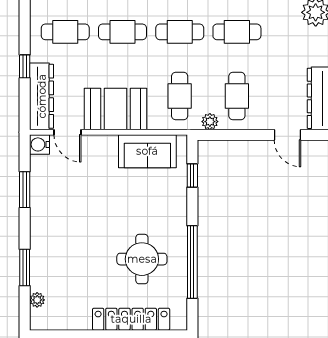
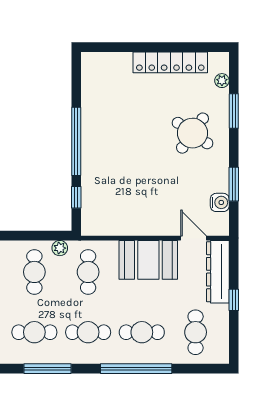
cafe table: (65, 32) -> (196, 332), turned 90
water cooler: (39, 144) -> (220, 202), moved
sofa: (147, 151) -> (119, 220), removed
round table: (142, 259) -> (192, 133), moved, turned 35
window: (192, 262) -> (76, 141), moved
locker: (131, 319) -> (170, 62), moved

